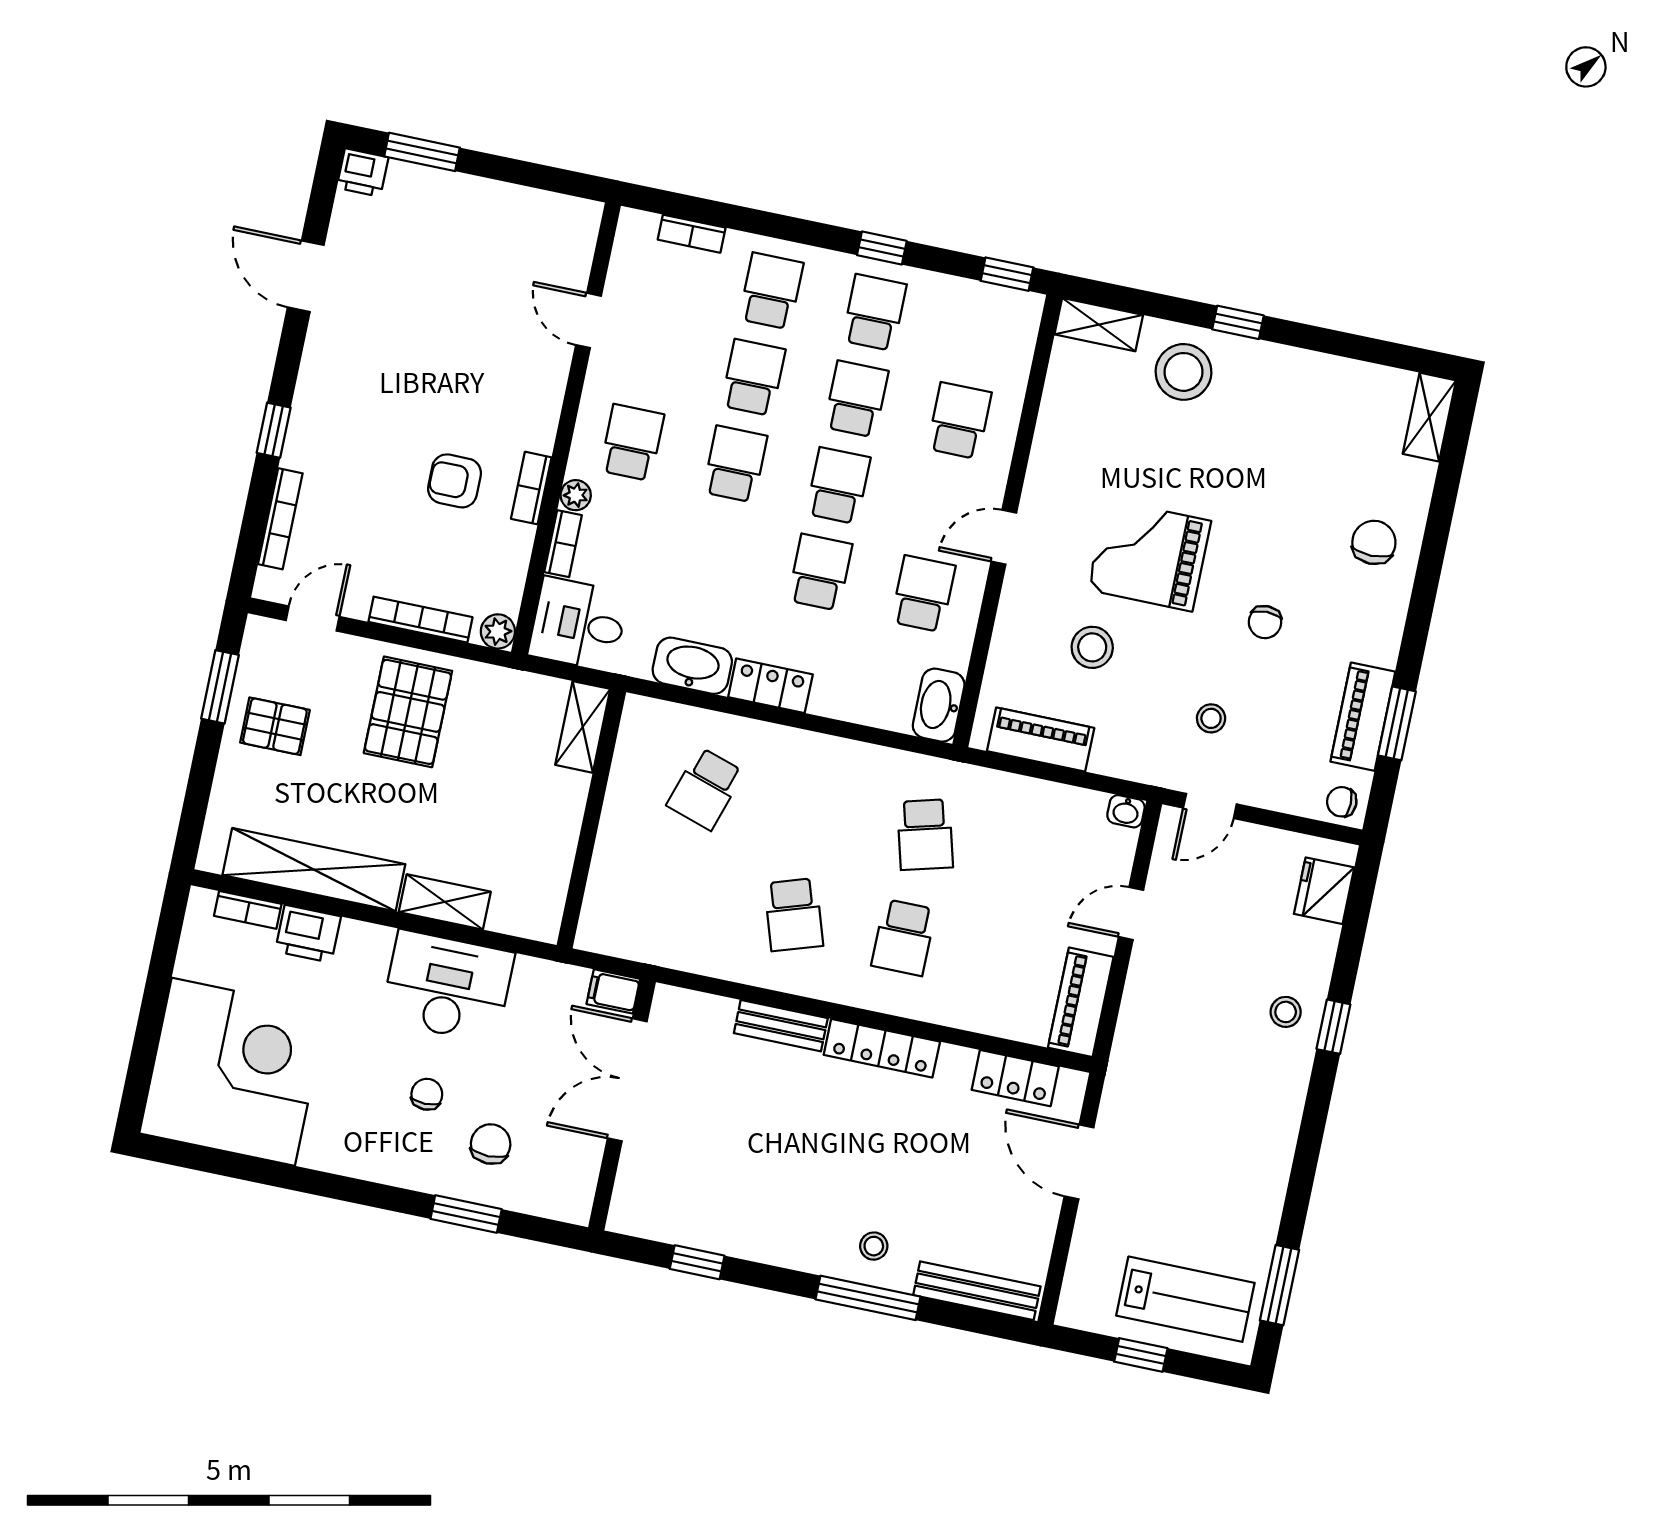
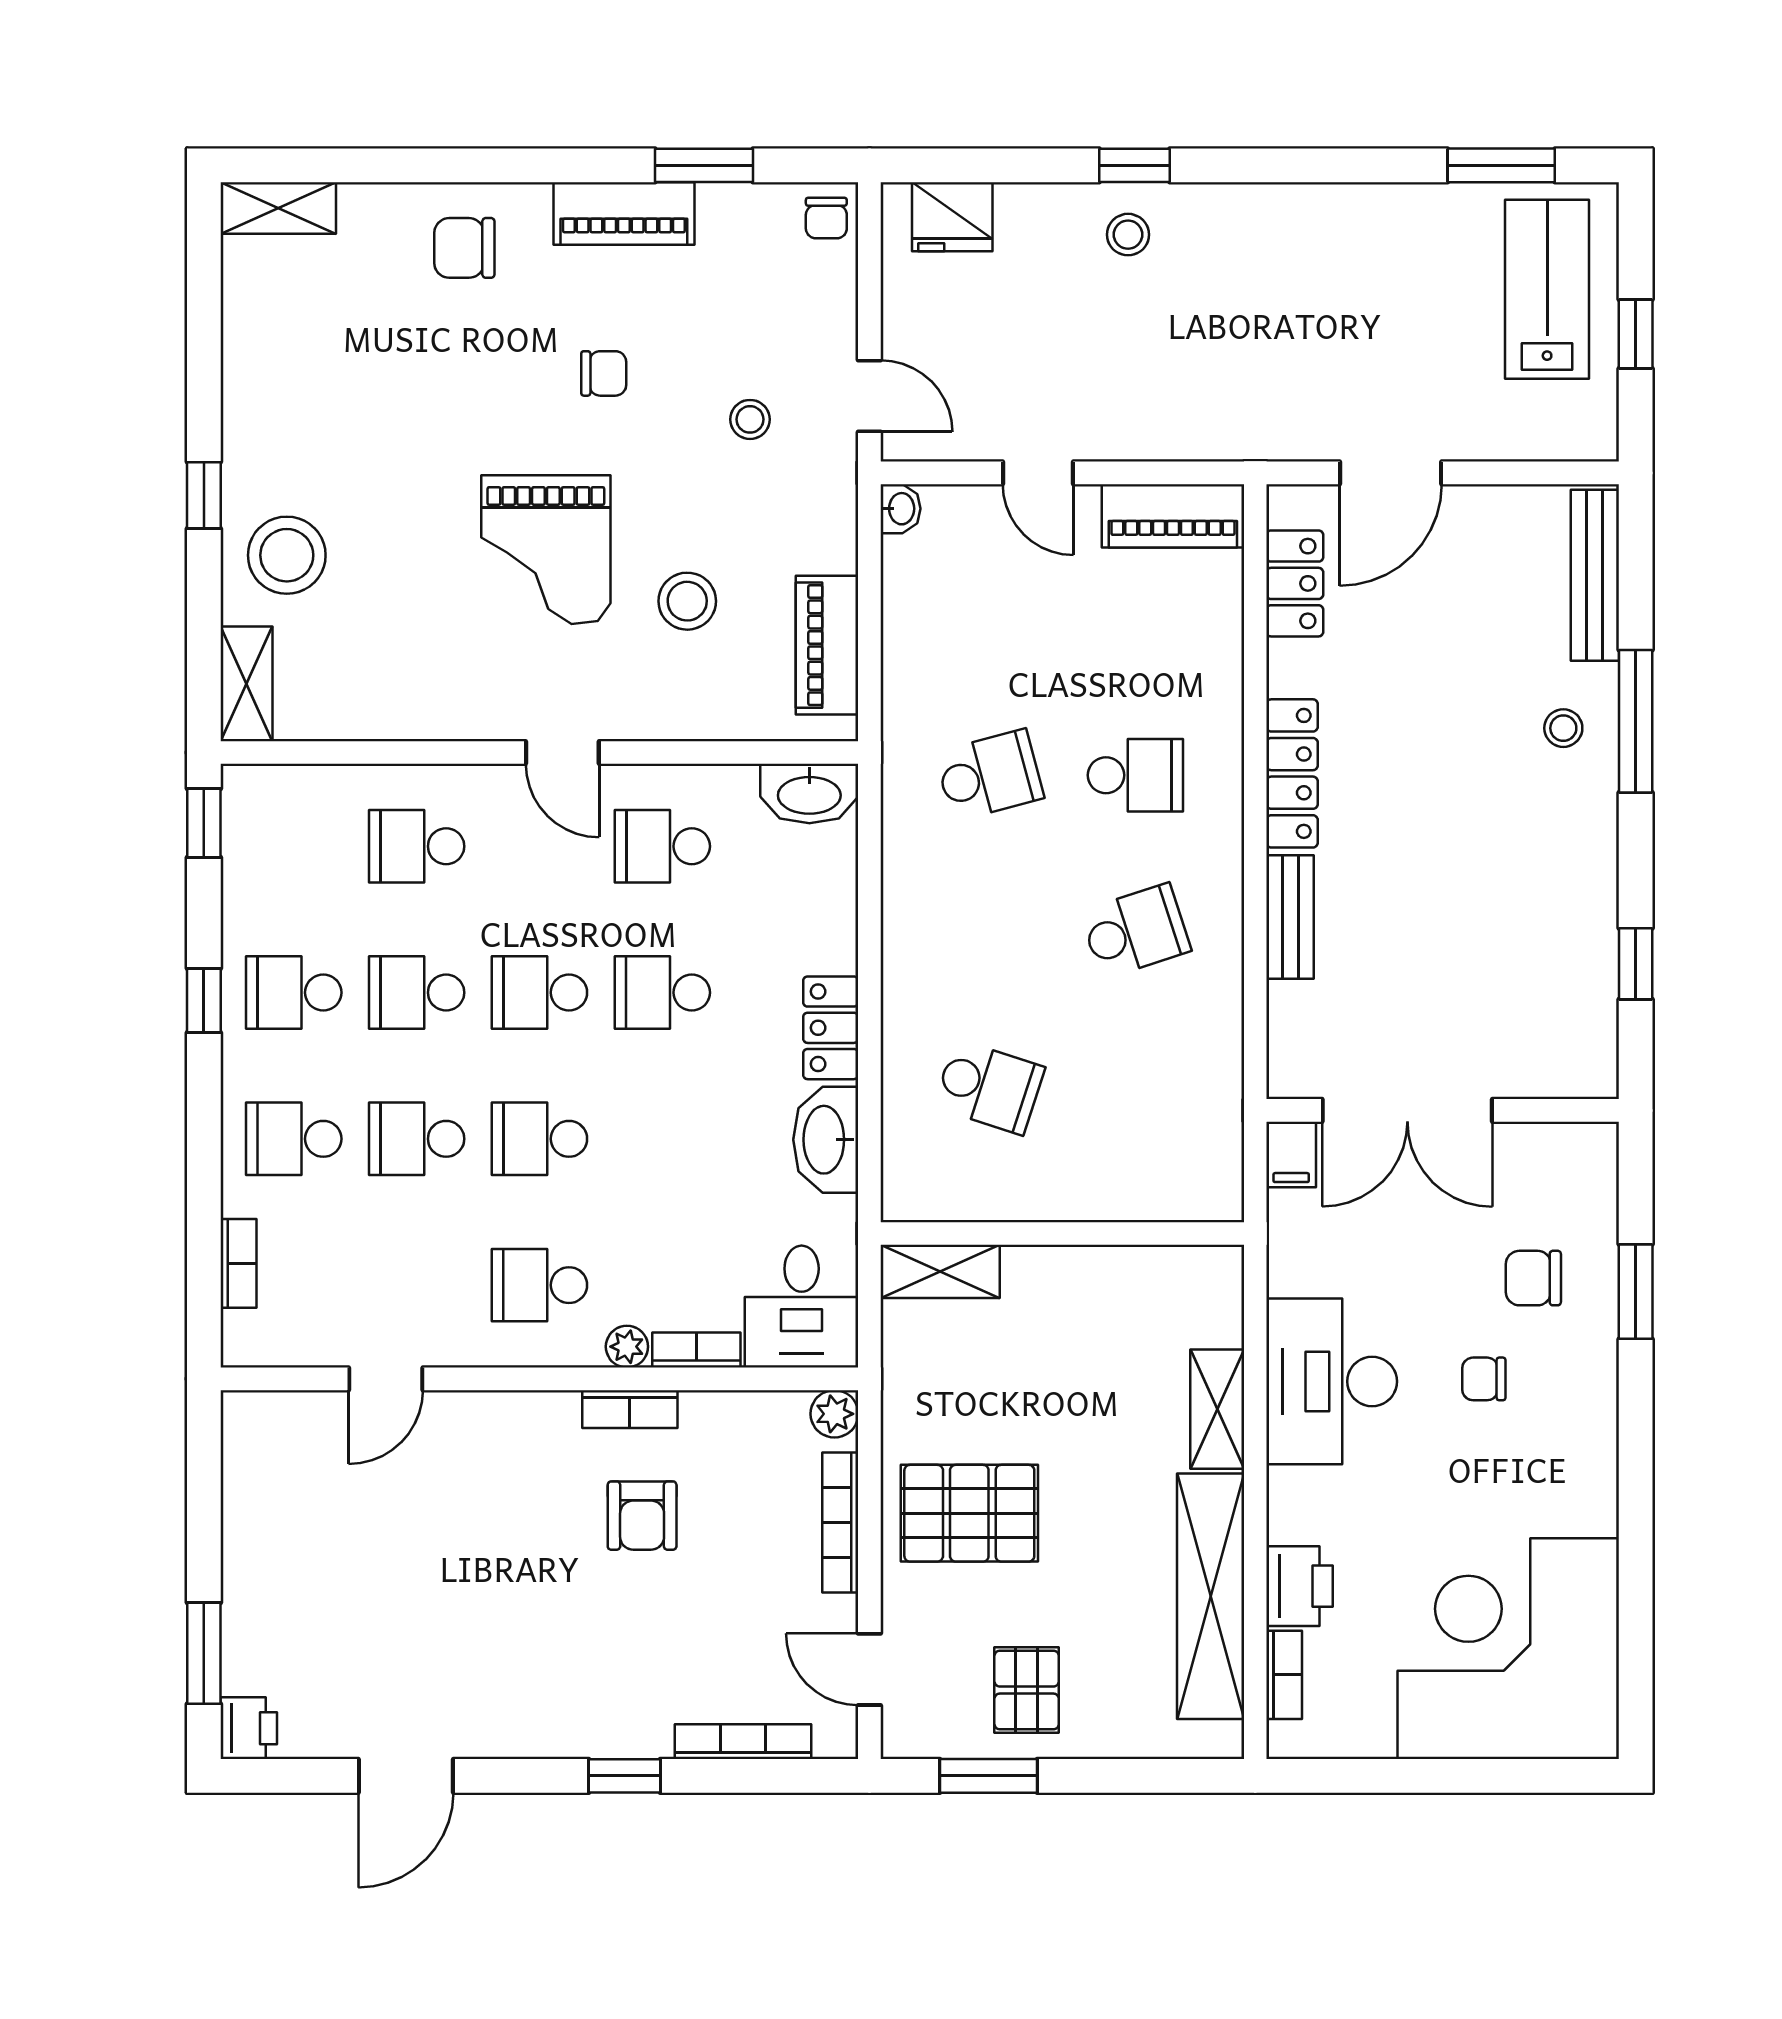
piano: (1363, 717) -> (624, 214), moved

